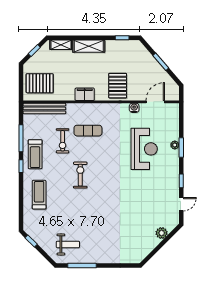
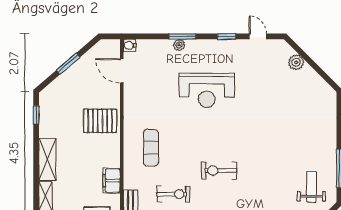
filing cabinet: (85, 94) -> (112, 181), moved
water cooler: (134, 108) -> (130, 45), moved
exercise mat: (88, 131) -> (151, 148), moved
reception desk: (144, 149) -> (207, 90), moved, turned 180

